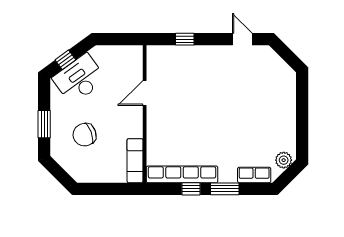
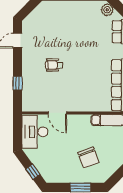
desk: (79, 79) -> (35, 132), moved, turned 36
wheelchair: (209, 88) -> (54, 65), added

